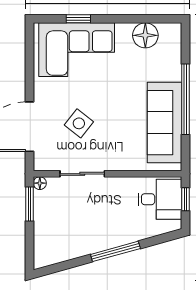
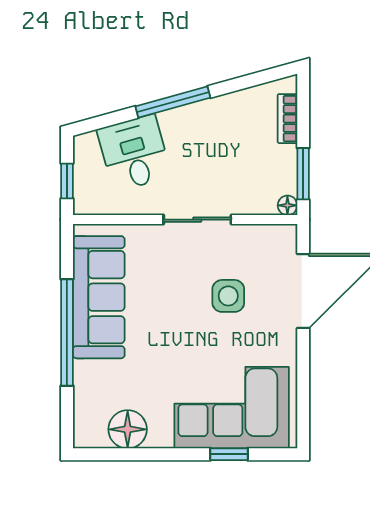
side table: (79, 123) -> (228, 296), turned -38
sliding door: (82, 174) -> (197, 220), moved
desk: (160, 199) -> (134, 153), moved, turned 75
bookcase: (40, 241) -> (287, 119), added

